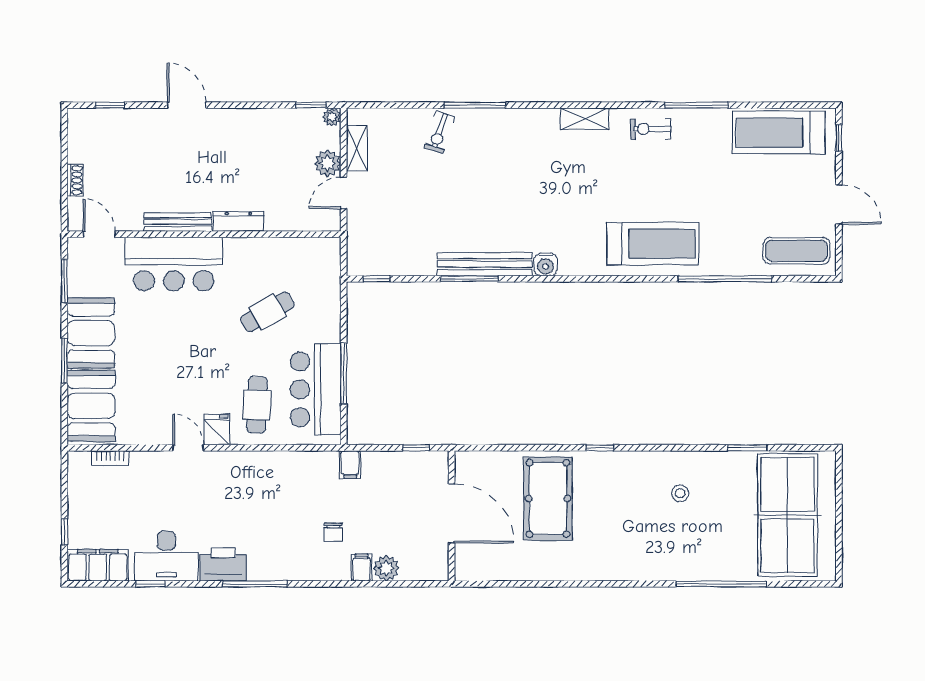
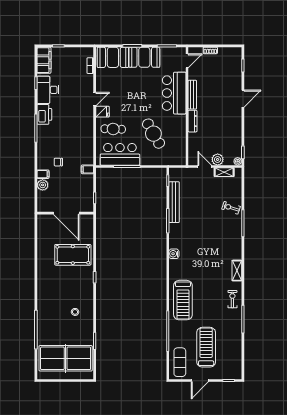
treadmill: (779, 132) -> (206, 347), moved
bench: (485, 264) -> (174, 202), moved
cafe table: (267, 312) -> (153, 134), width x1.37, depth x1.35
door: (452, 514) -> (66, 213), hinge flipped

